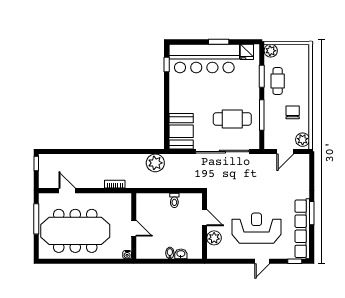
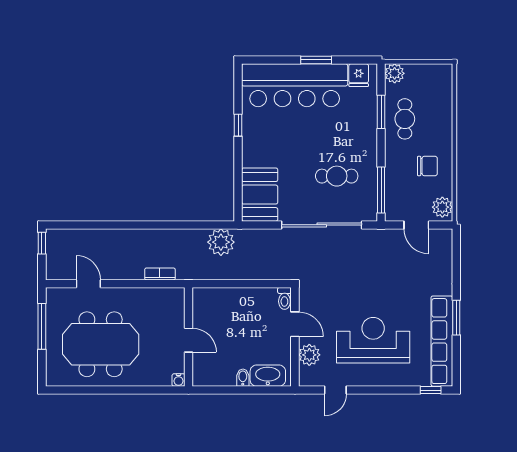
window: (167, 65) -> (238, 125), moved
chair: (293, 112) -> (427, 166), turned 90
window: (262, 115) -> (381, 190), moved
cafe table: (232, 119) -> (337, 176), width x0.73, depth x0.74
door: (285, 152) -> (416, 225), hinge flipped
toilet: (174, 200) -> (284, 298), moved
meeting table: (75, 231) -> (101, 344), width x0.73
washbasin: (181, 254) -> (268, 376), width x1.91, depth x1.45
door: (262, 261) -> (335, 390), moved

